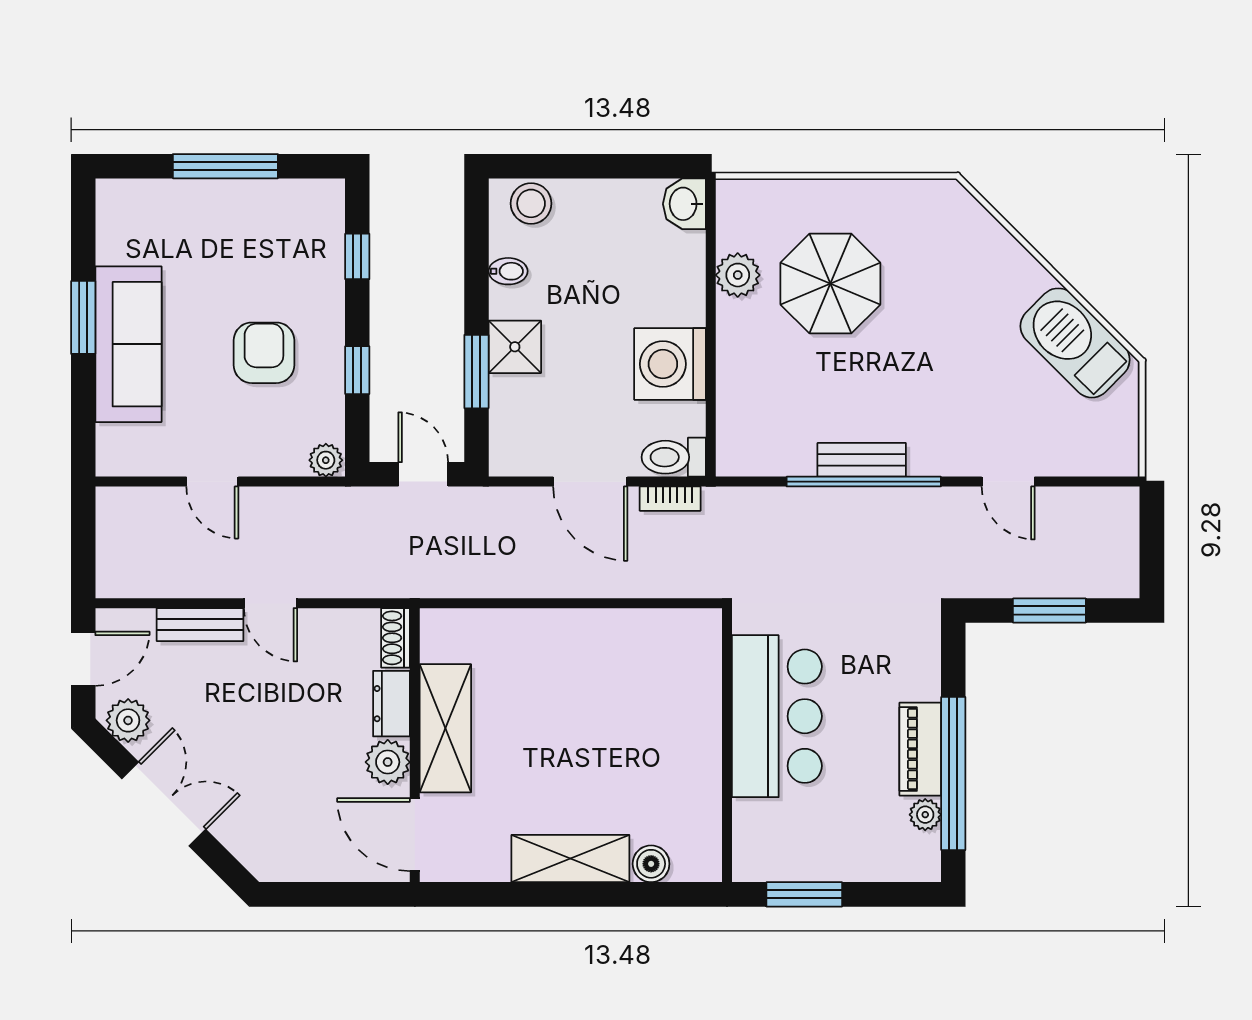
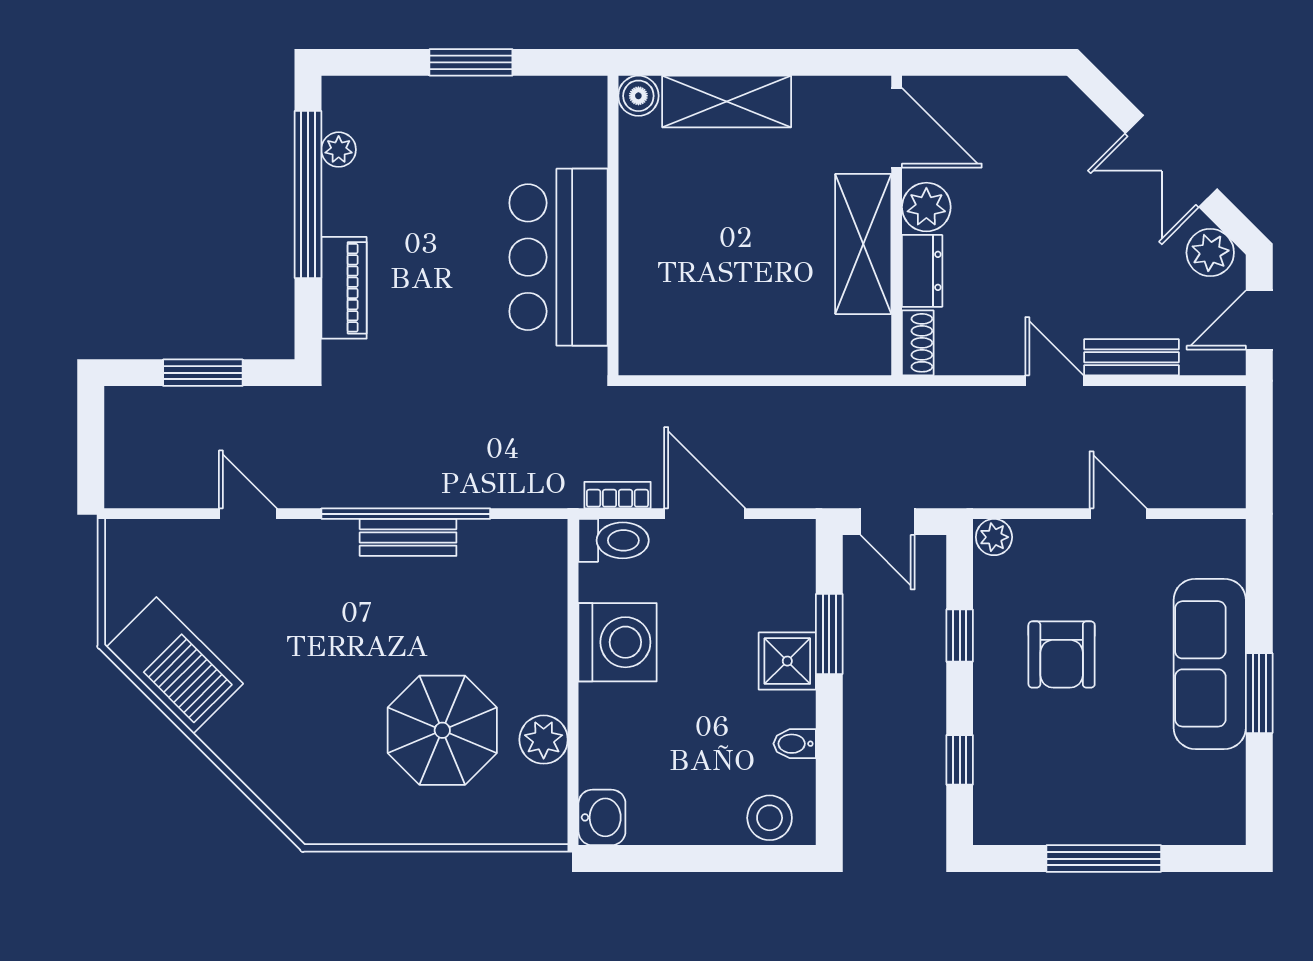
bar counter: (777, 716) -> (558, 257), moved
wall: (727, 745) -> (613, 226), moved
piano: (920, 749) -> (344, 288), moved

